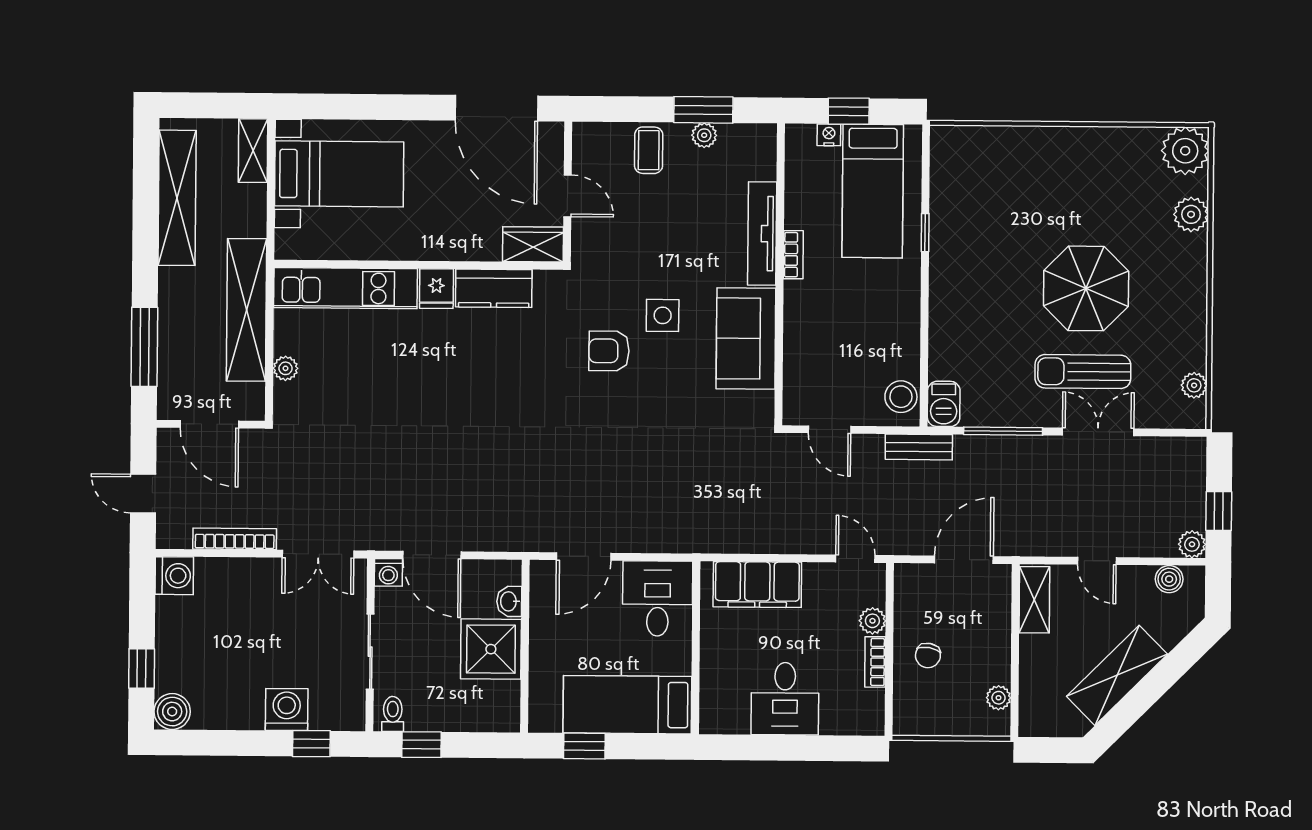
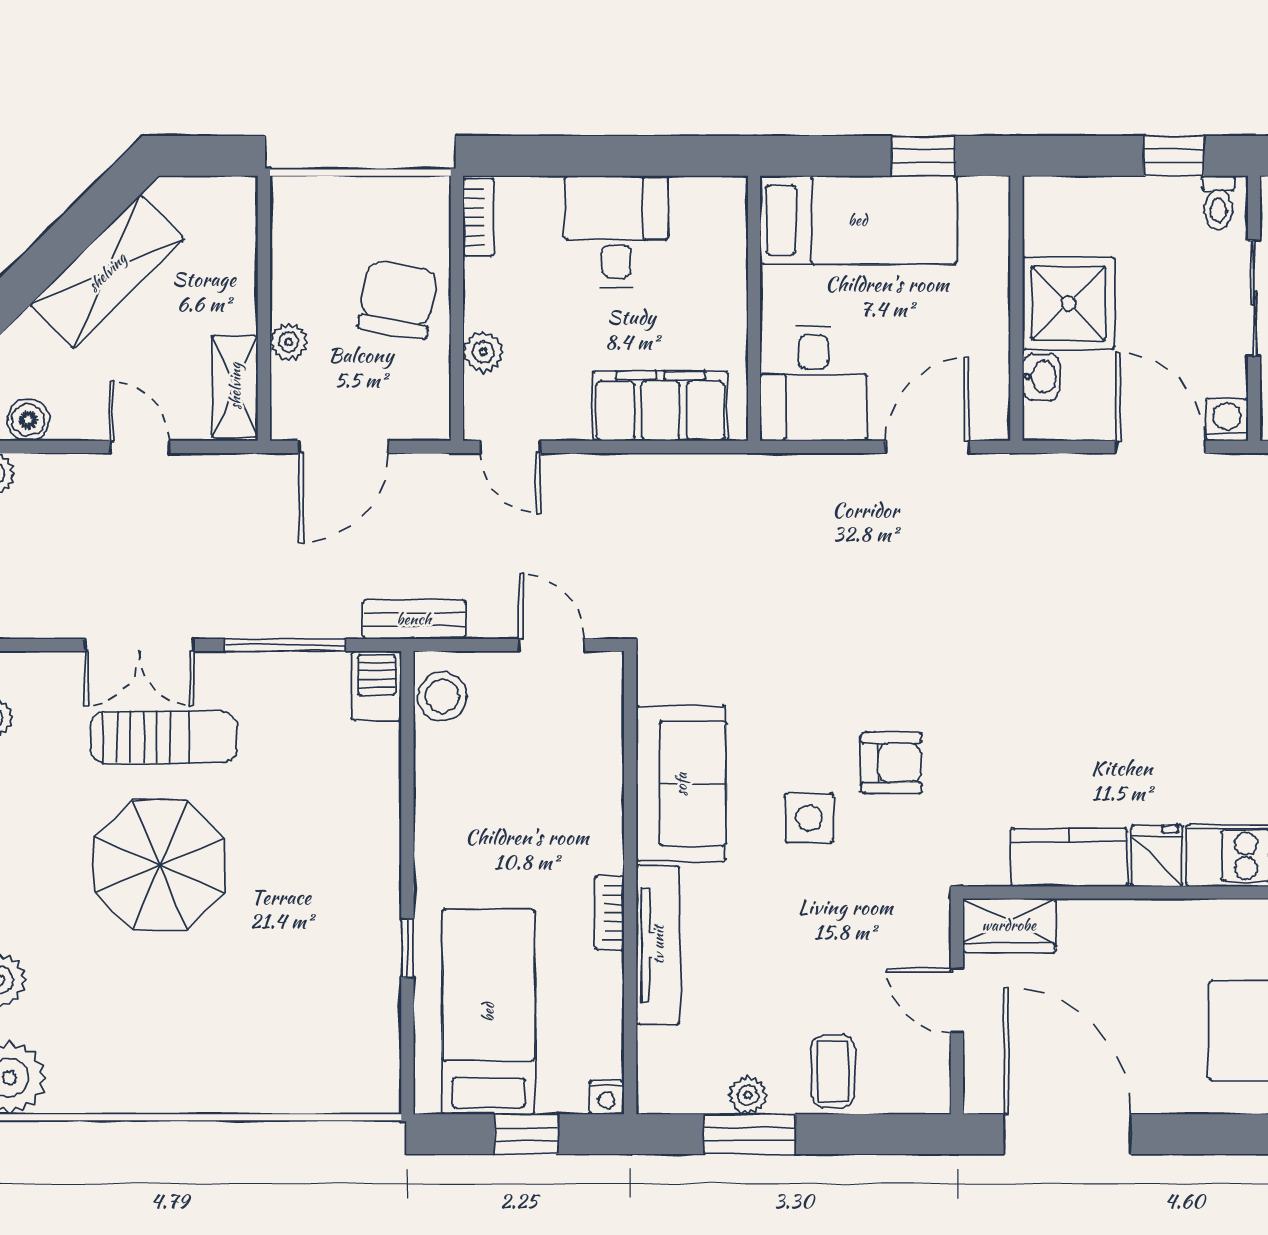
nightstand: (829, 135) -> (606, 1097), moved
chair: (928, 655) -> (398, 299), width x1.87, depth x1.87
bookcase: (875, 662) -> (478, 217), moved
plant: (999, 698) -> (289, 342), moved

